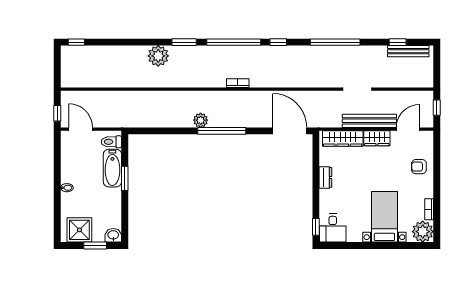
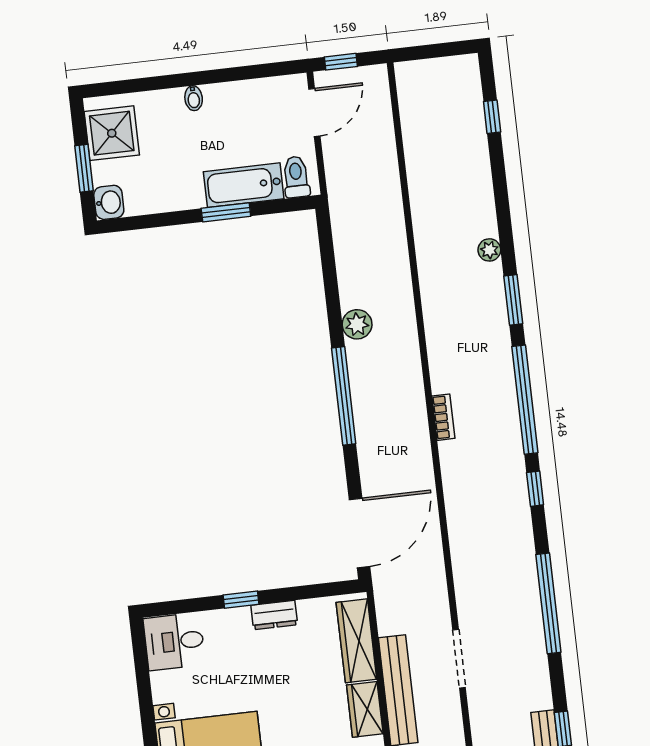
window: (76, 42) -> (492, 117), moved
plant: (158, 56) -> (489, 250), width x0.53, depth x0.53
plant: (201, 120) -> (357, 324), moved
window: (316, 227) -> (241, 600), moved

